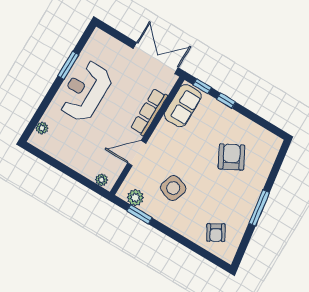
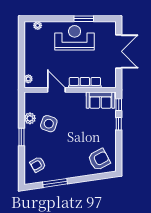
double door: (156, 58) -> (119, 51), moved
armchair: (232, 157) -> (99, 159), moved
plant: (135, 198) -> (30, 118), moved
window: (259, 208) -> (55, 183), moved
window: (139, 214) -> (21, 137), moved

